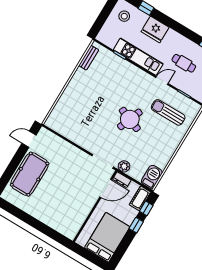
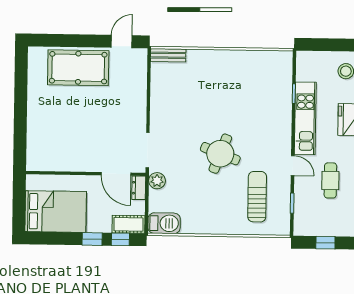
bench: (89, 58) -> (168, 55), moved
door: (29, 139) -> (122, 41), hinge flipped

